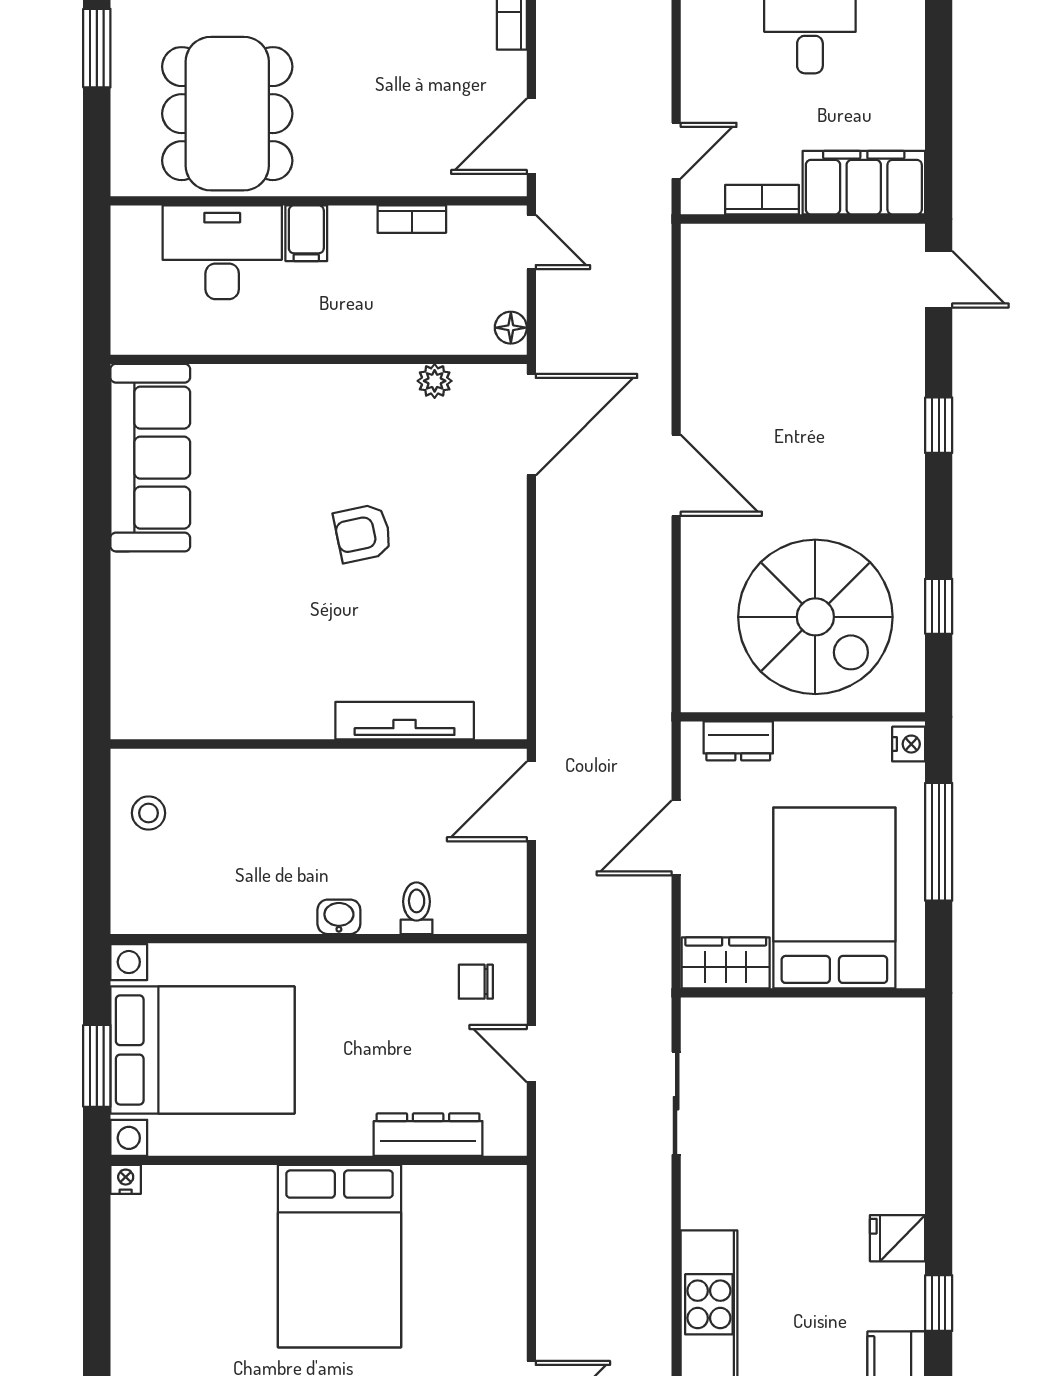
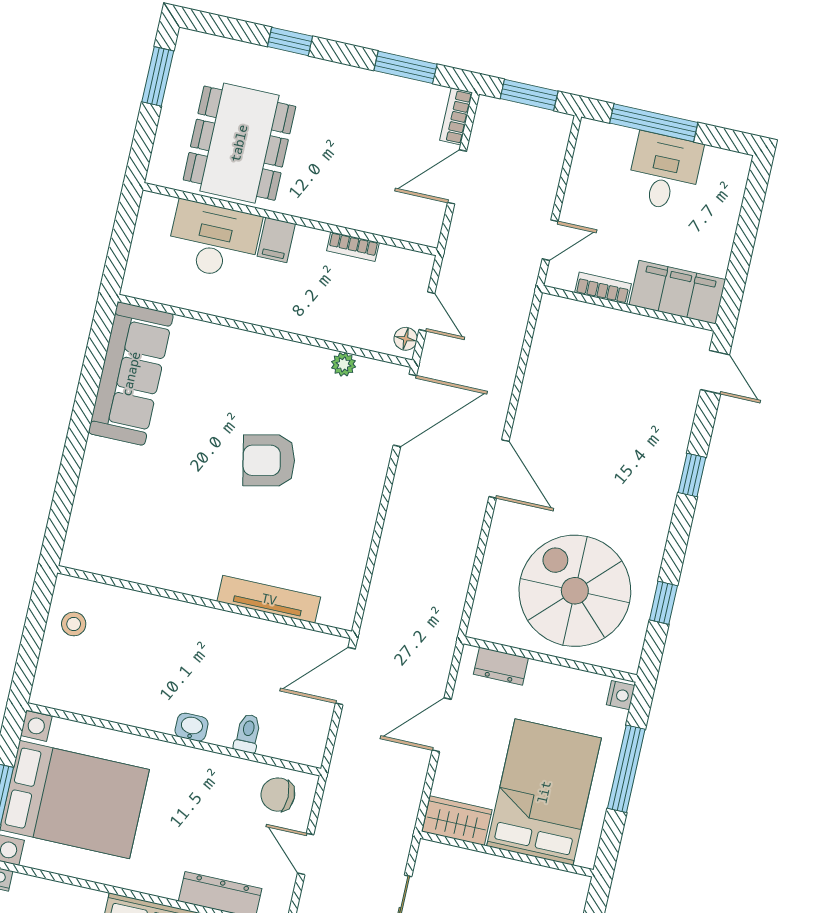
door: (531, 136) -> (457, 177), moved
door: (531, 242) -> (427, 311), moved
armchair: (363, 533) -> (269, 460), width x1.38, depth x1.38
spiral stairs: (815, 617) -> (575, 591), turned 180
chair: (476, 982) -> (278, 795), width x1.37, depth x1.37

